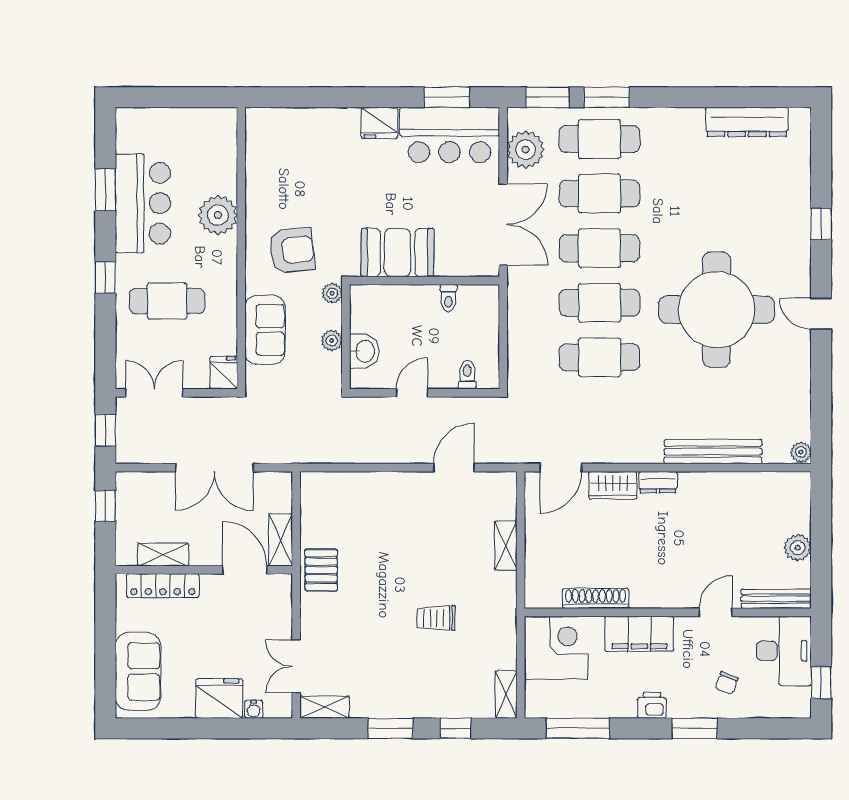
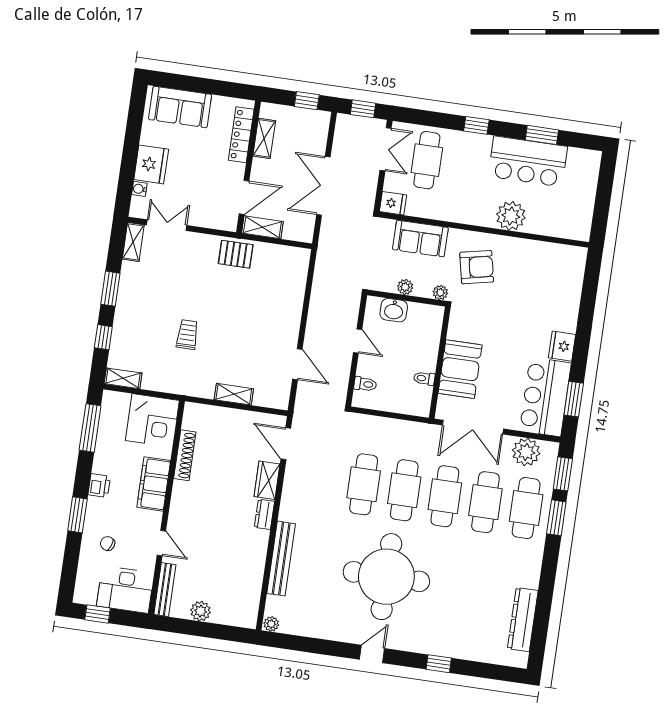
armchair: (292, 250) -> (477, 267), turned -96
booth: (398, 253) -> (460, 369), moved
cafe table: (167, 301) -> (427, 160), moved

